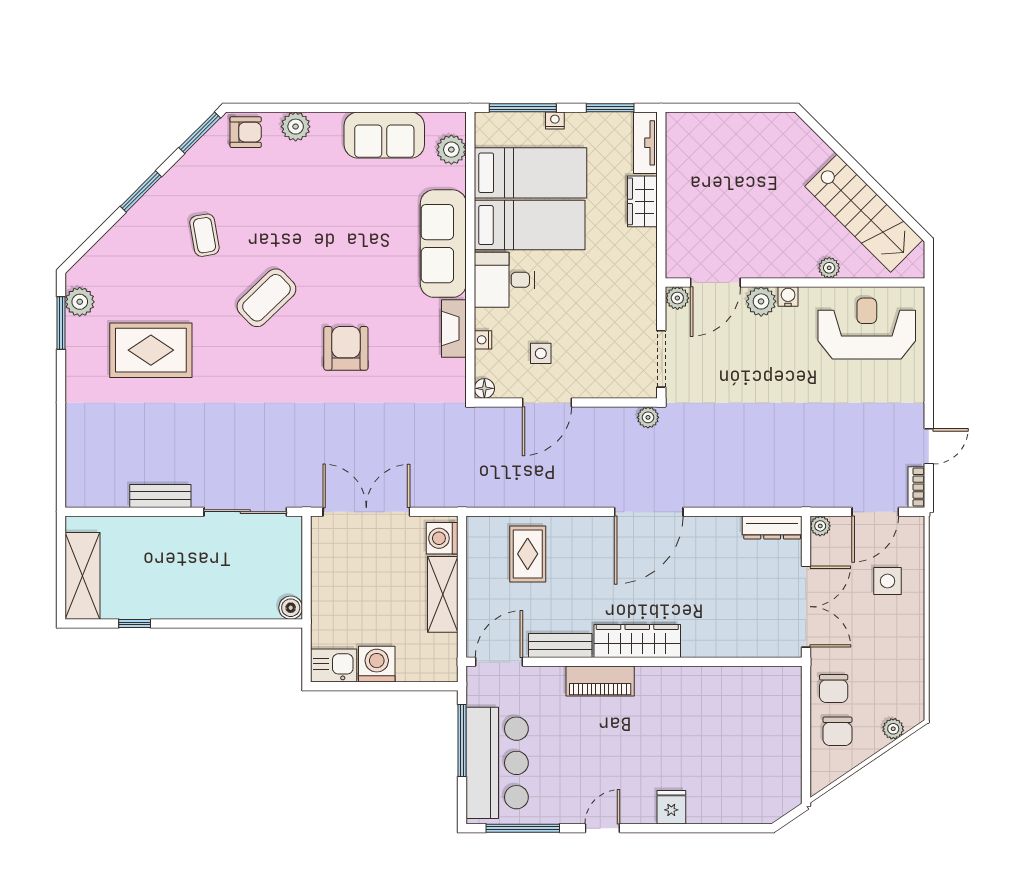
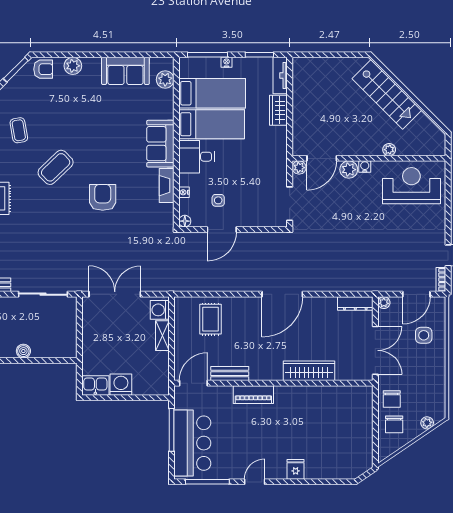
stairs: (864, 213) -> (387, 94), moved
sofa: (443, 244) -> (160, 144), width x0.73
plant: (648, 417) -> (282, 238), removed
shelving: (443, 594) -> (162, 336), width x0.67, depth x0.75
boiler: (291, 608) -> (23, 351), moved
wardrobe: (637, 641) -> (309, 371), moved

